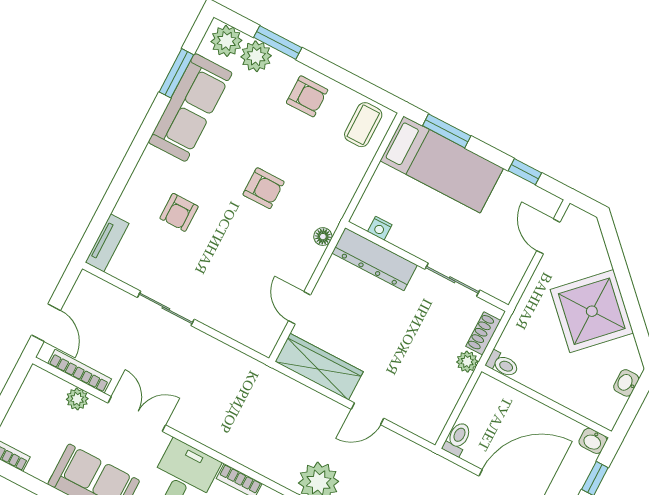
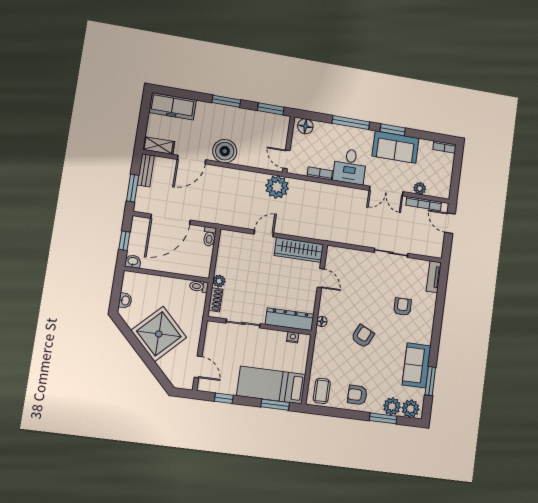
sofa: (190, 108) -> (417, 365), width x0.73
armchair: (264, 188) -> (363, 336), turned 116

